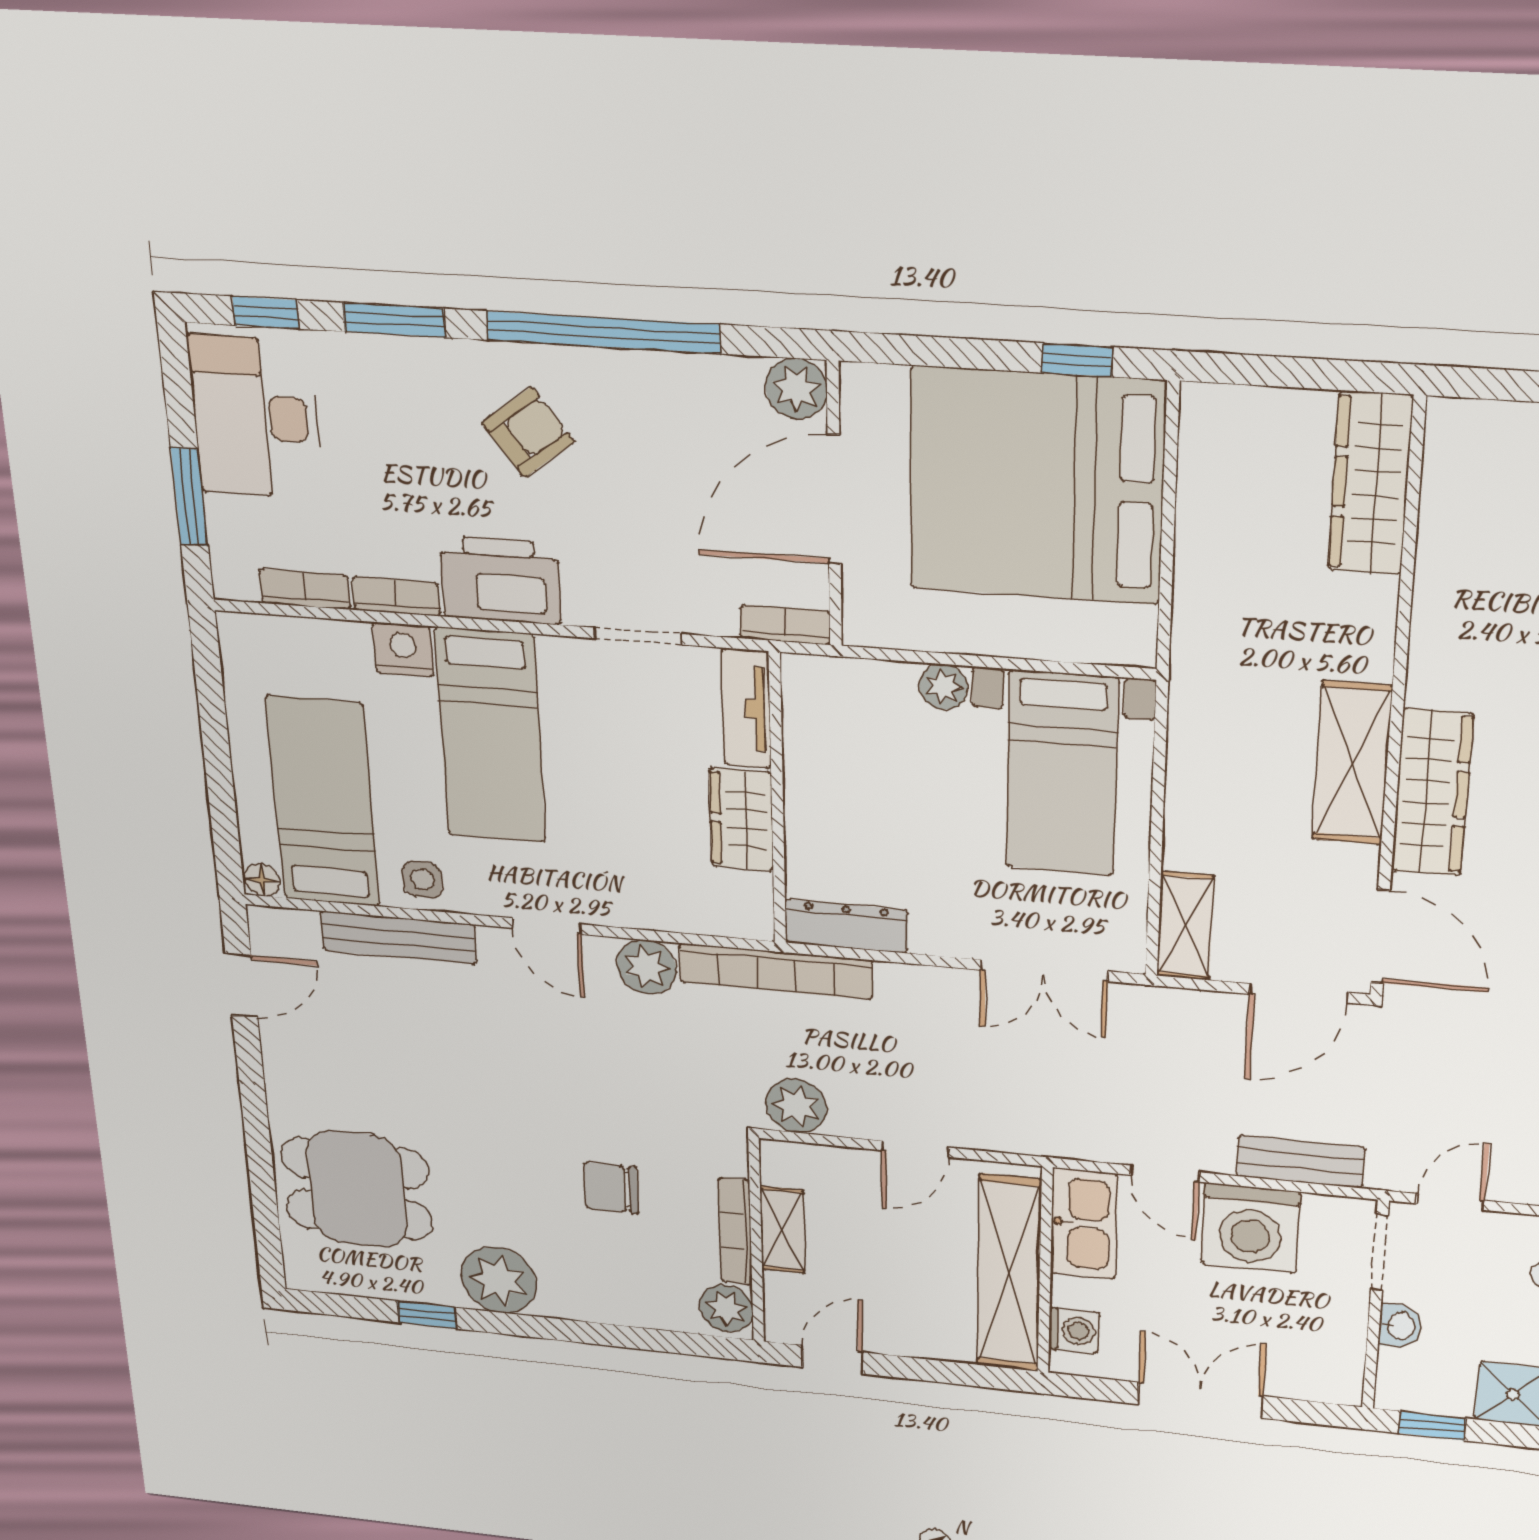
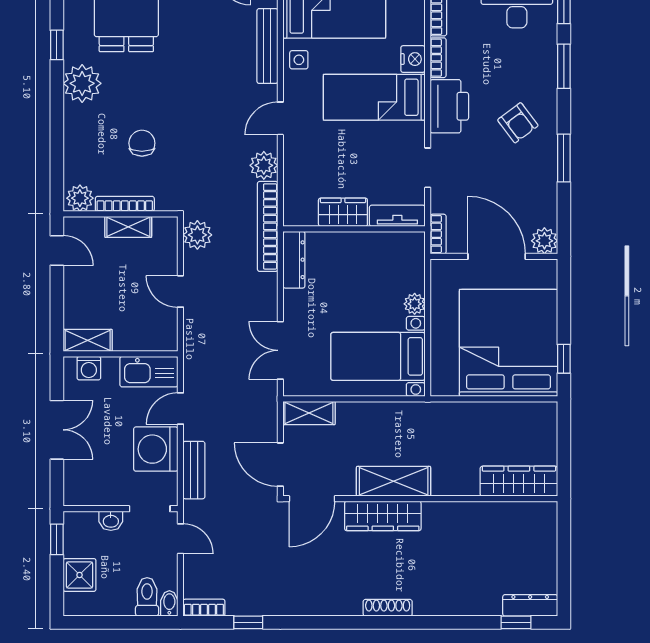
window: (603, 332) -> (564, 158), width x0.47
shelving: (1009, 1274) -> (88, 340), width x0.45, depth x0.75

